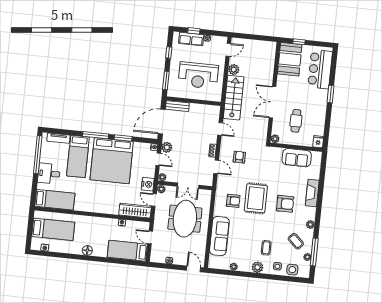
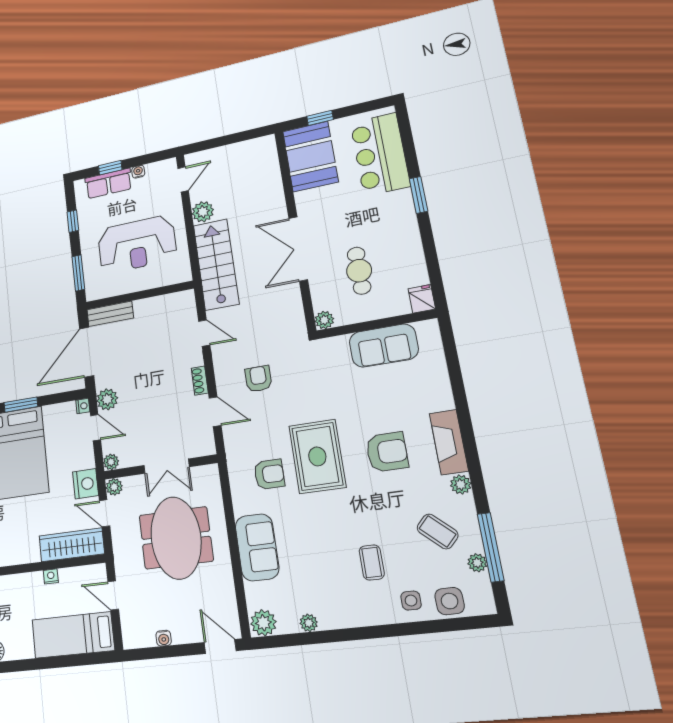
fireplace: (312, 193) -> (449, 442), moved
sofa: (219, 236) -> (257, 547), width x0.73
plant: (257, 267) -> (263, 623), moved

